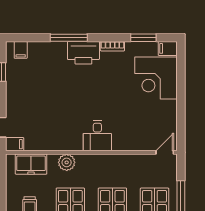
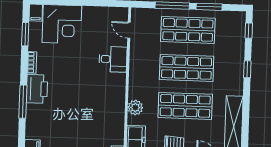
desk: (97, 136) -> (113, 59), moved
door: (165, 152) -> (129, 30), moved

